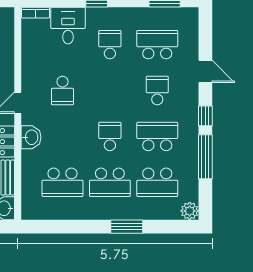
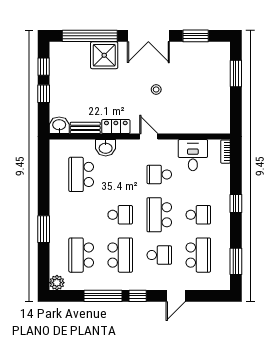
desk: (68, 26) -> (193, 155), moved, turned -90
washbasin: (31, 137) -> (106, 148), moved
school desk: (110, 182) -> (159, 215), moved

